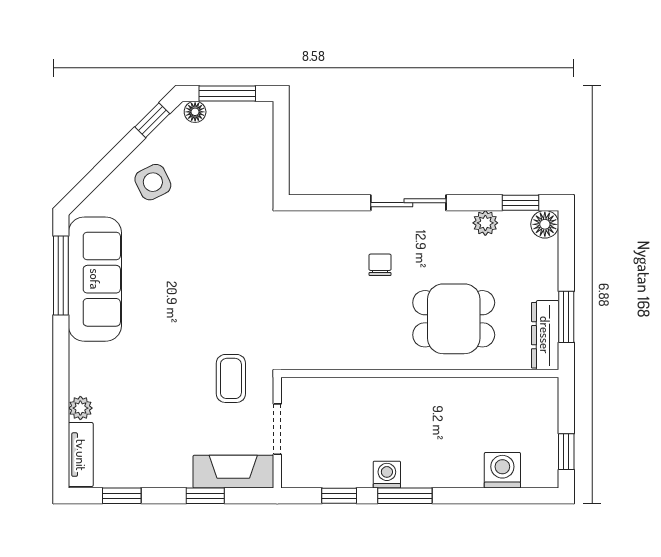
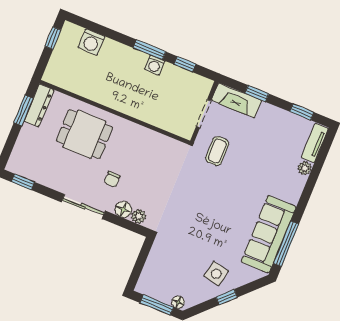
window: (152, 120) -> (227, 297), moved
side table: (153, 182) -> (216, 274), turned 37
plant: (485, 223) -> (139, 216), moved
floor lamp: (545, 224) -> (123, 209), moved

